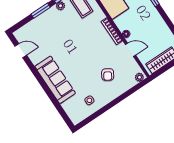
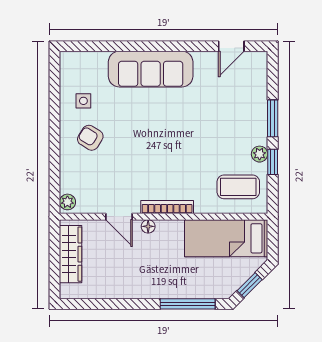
door: (131, 50) -> (119, 217), hinge flipped
armchair: (108, 75) -> (90, 138), moved

